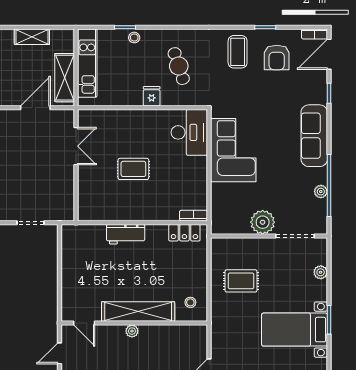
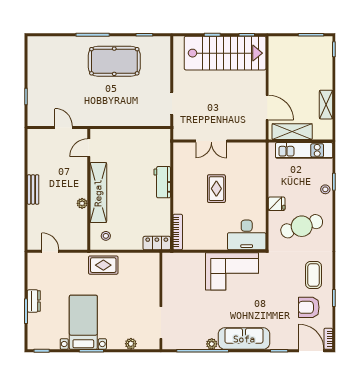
coffee table: (238, 52) -> (313, 275), turned 90
cafe table: (179, 66) -> (302, 226), width x1.37, depth x1.35
double door: (76, 146) -> (211, 141), moved
plant: (321, 192) -> (212, 344), moved
bookcase: (194, 216) -> (178, 232), width x1.56
plant: (263, 222) -> (172, 296), removed
locker: (184, 233) -> (157, 243), moved, turned 90
rug: (241, 281) -> (103, 265), moved, turned 90
plant: (132, 331) -> (82, 203), moved

